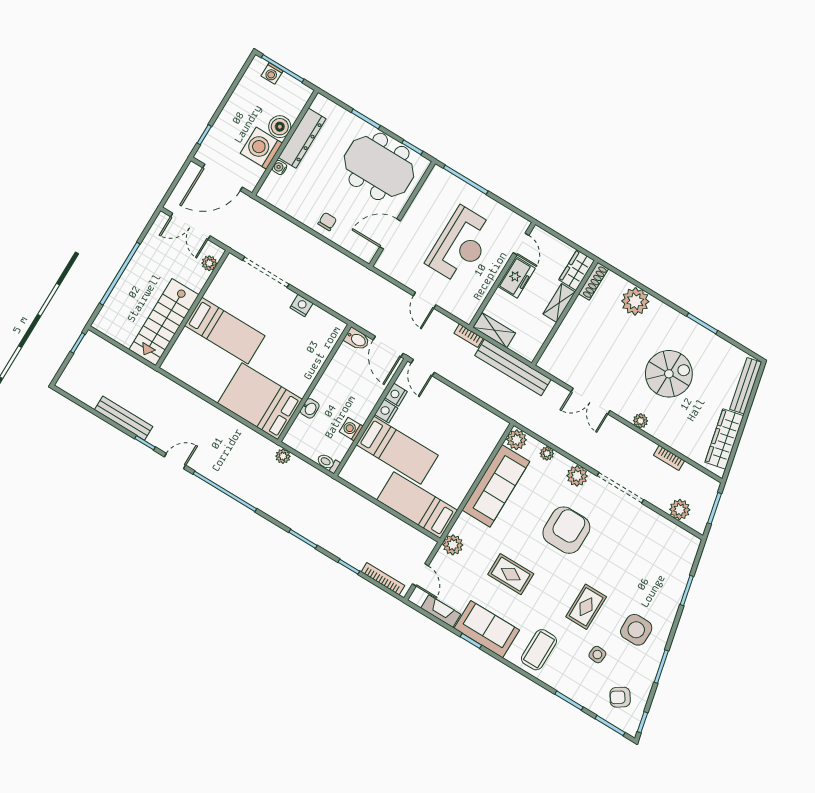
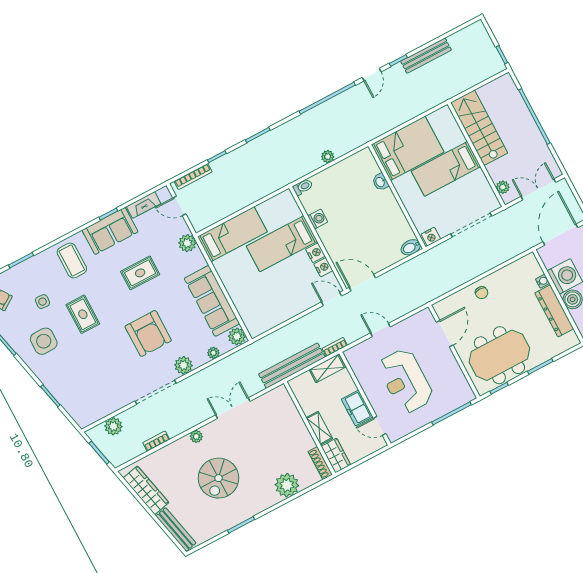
bidet: (357, 339) -> (411, 247), moved
wall: (314, 383) -> (397, 197), moved
bed: (260, 401) -> (408, 148), moved
washbasin: (310, 408) -> (380, 182), moved

